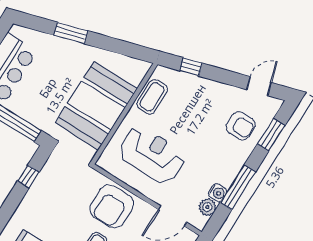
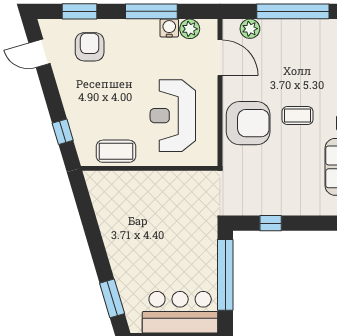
window: (71, 33) -> (112, 298), moved
booth: (96, 106) -> (159, 200), removed

